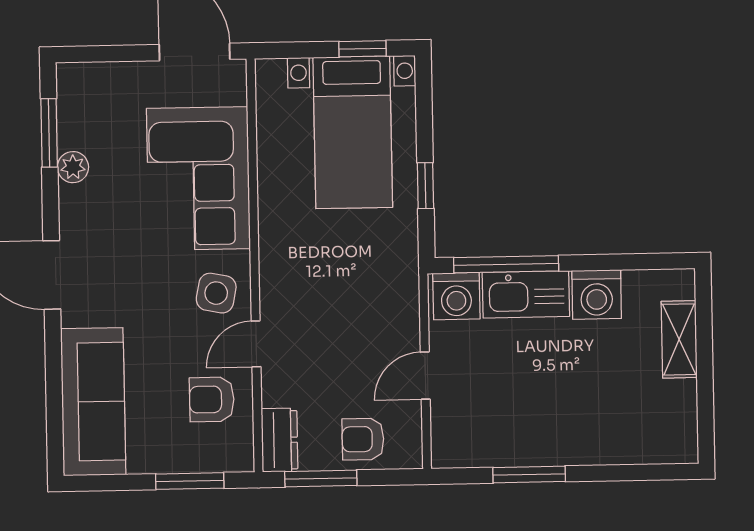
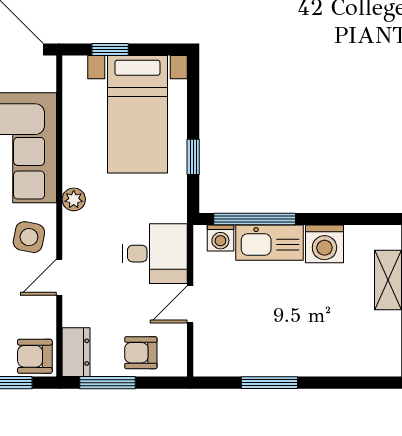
window: (363, 49) -> (110, 49), moved
plant: (273, 244) -> (74, 199), added
washing machine: (456, 296) -> (220, 238), width x0.73, depth x0.73
desk: (378, 311) -> (155, 254), added
armchair: (212, 399) -> (35, 356), moved

